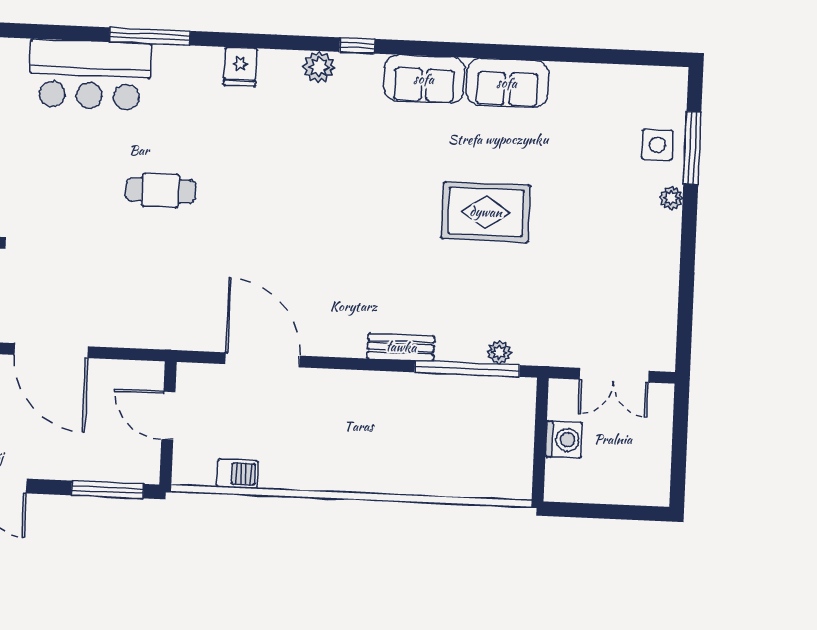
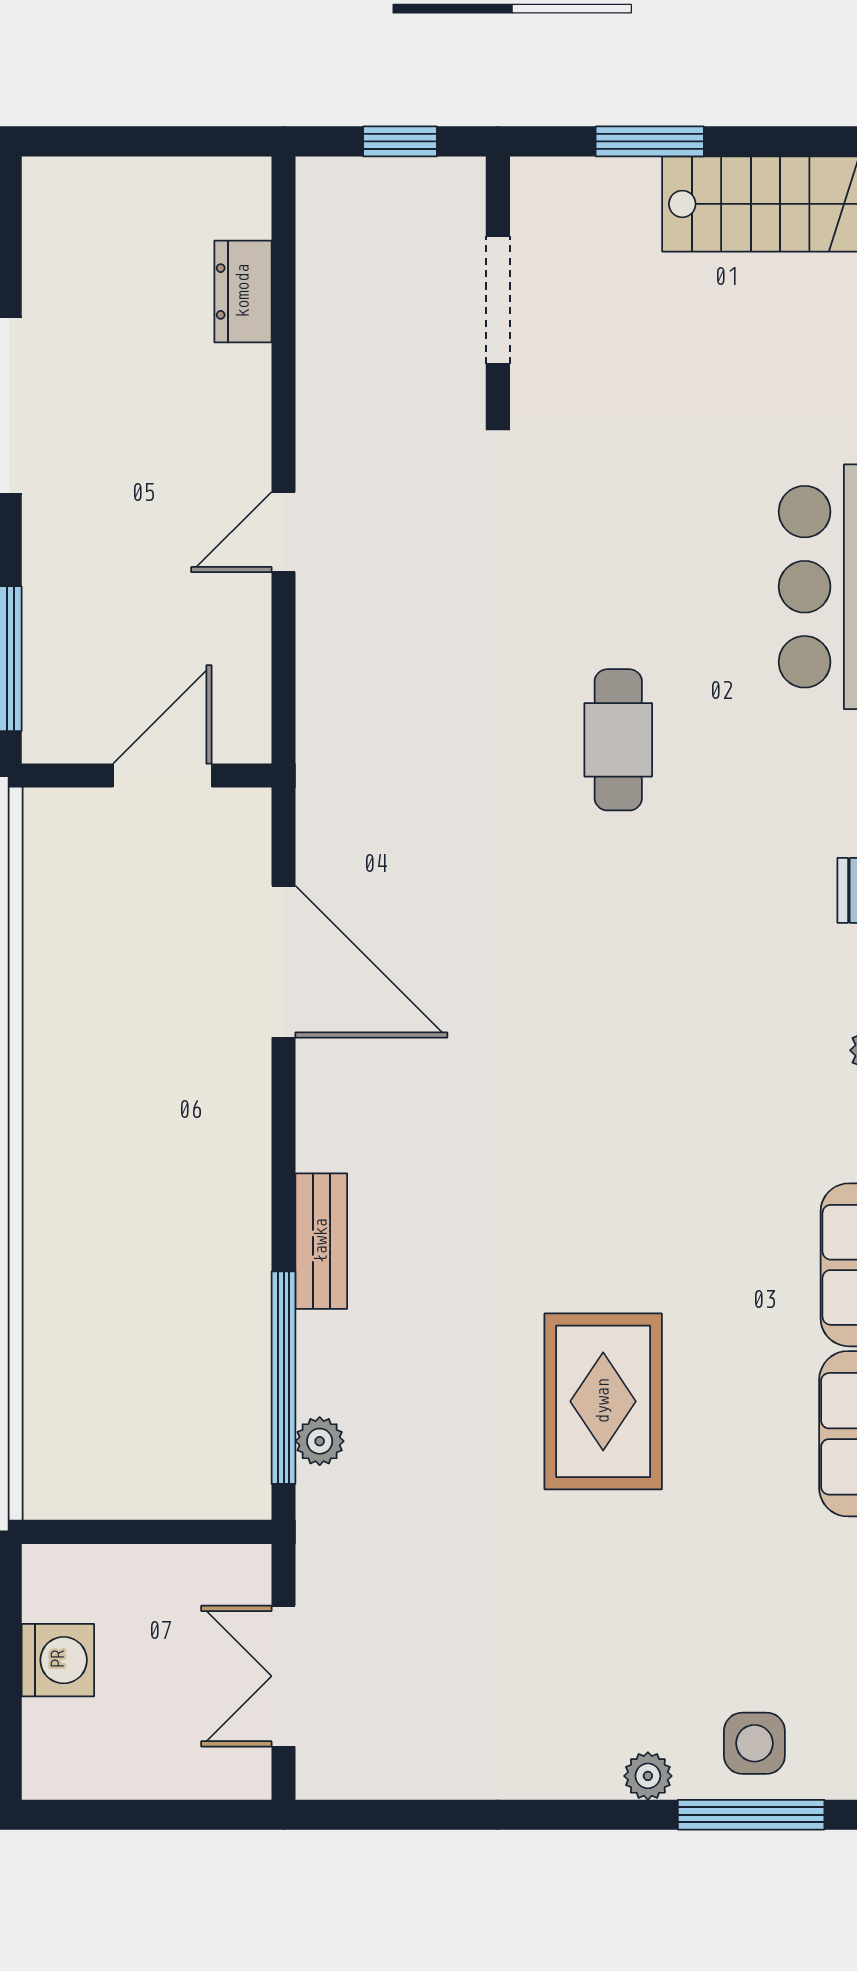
door: (51, 351) -> (284, 532), width x0.53
door: (263, 360) -> (284, 962), hinge flipped
washing machine: (564, 440) -> (58, 1660), moved, turned -90
barbecue: (238, 474) -> (50, 921), removed

